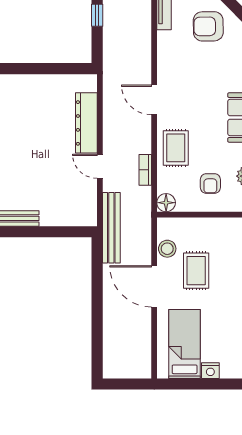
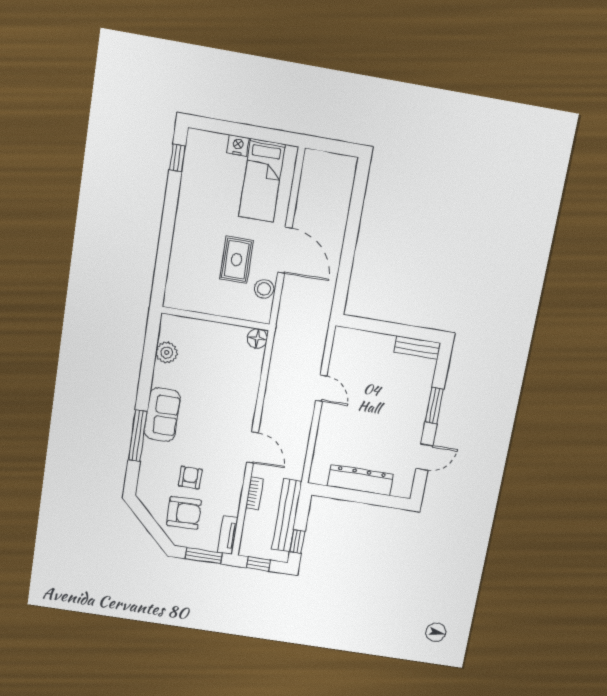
dresser: (86, 123) -> (360, 480), moved, turned -90
rug: (176, 148) -> (238, 394), removed
bookcase: (145, 170) -> (254, 493), moved
armchair: (210, 183) -> (190, 478), moved
bench: (111, 228) -> (287, 515), moved

